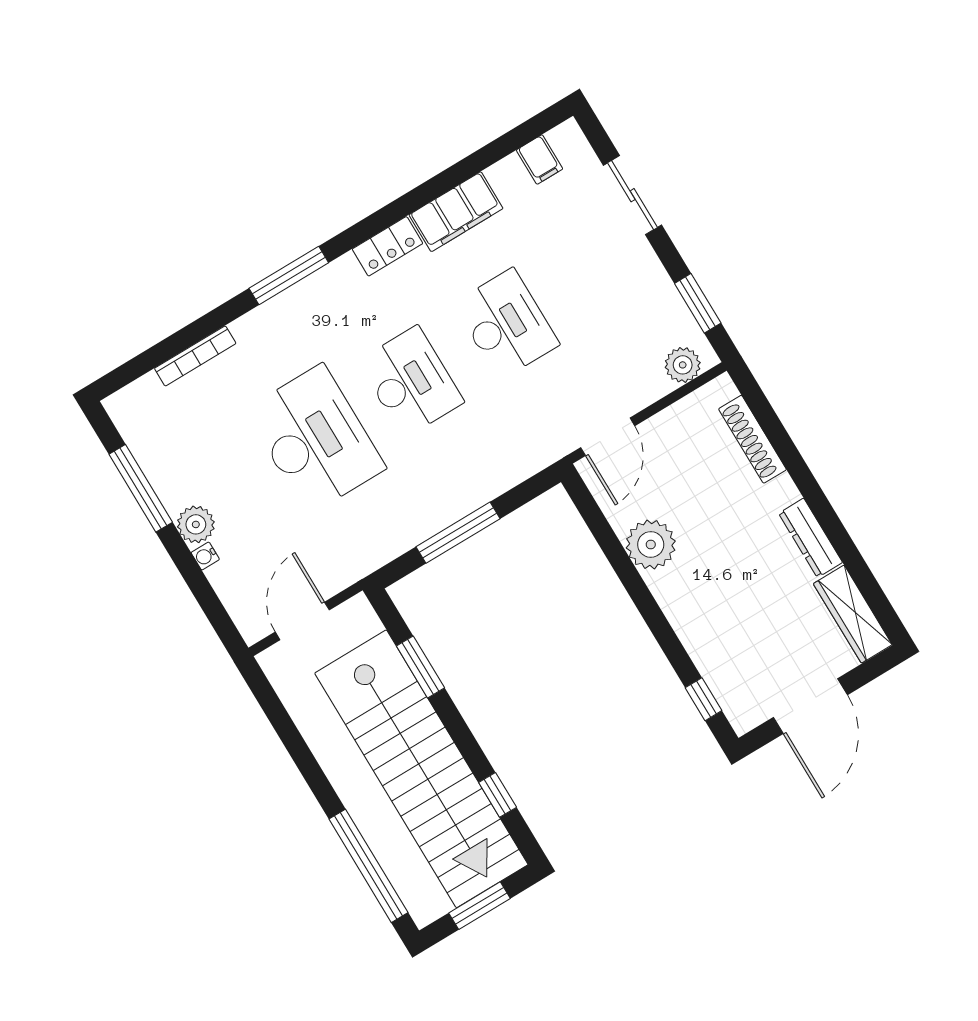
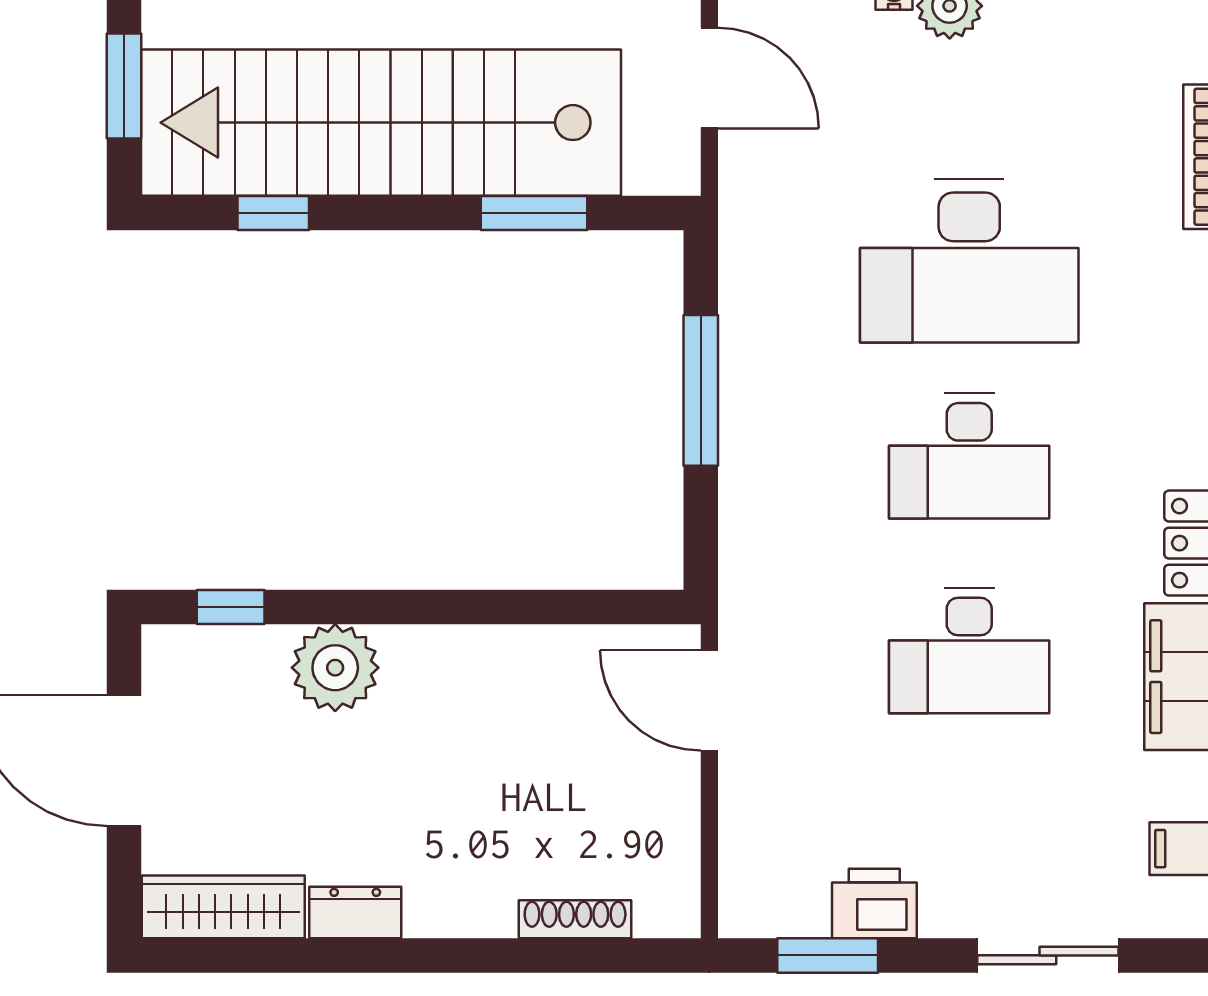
printer: (658, 296) -> (874, 903), added
plant: (683, 365) -> (749, 877), removed
shoe rack: (753, 439) -> (575, 919), width x0.74, depth x0.81
dresser: (810, 538) -> (355, 912), width x0.70
plant: (651, 544) -> (335, 668), moved

